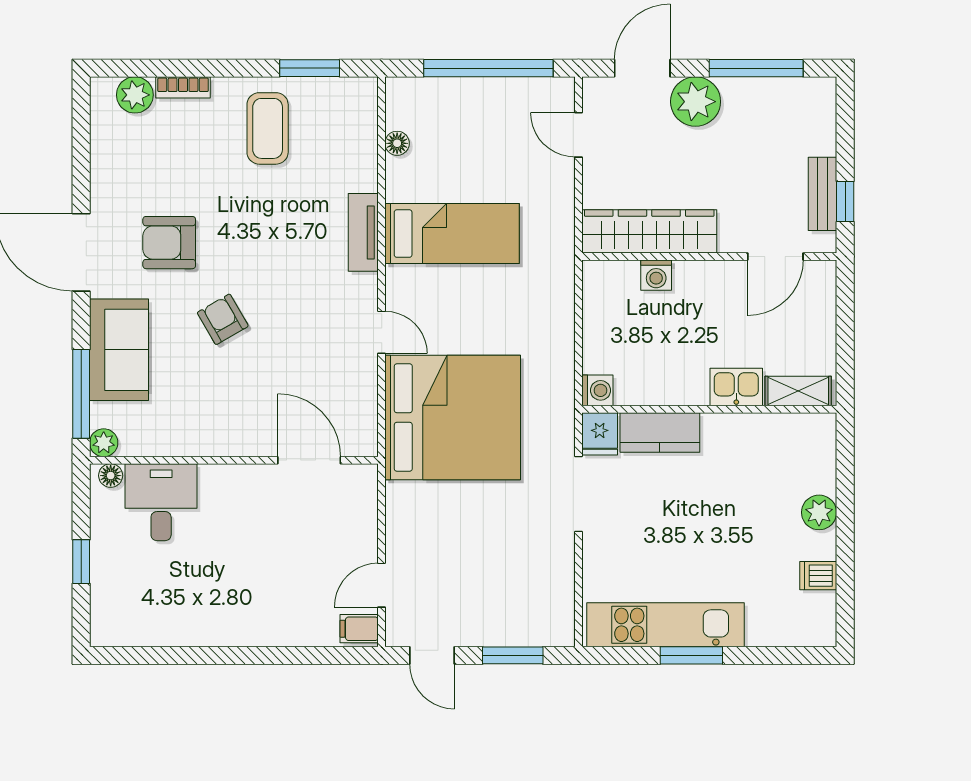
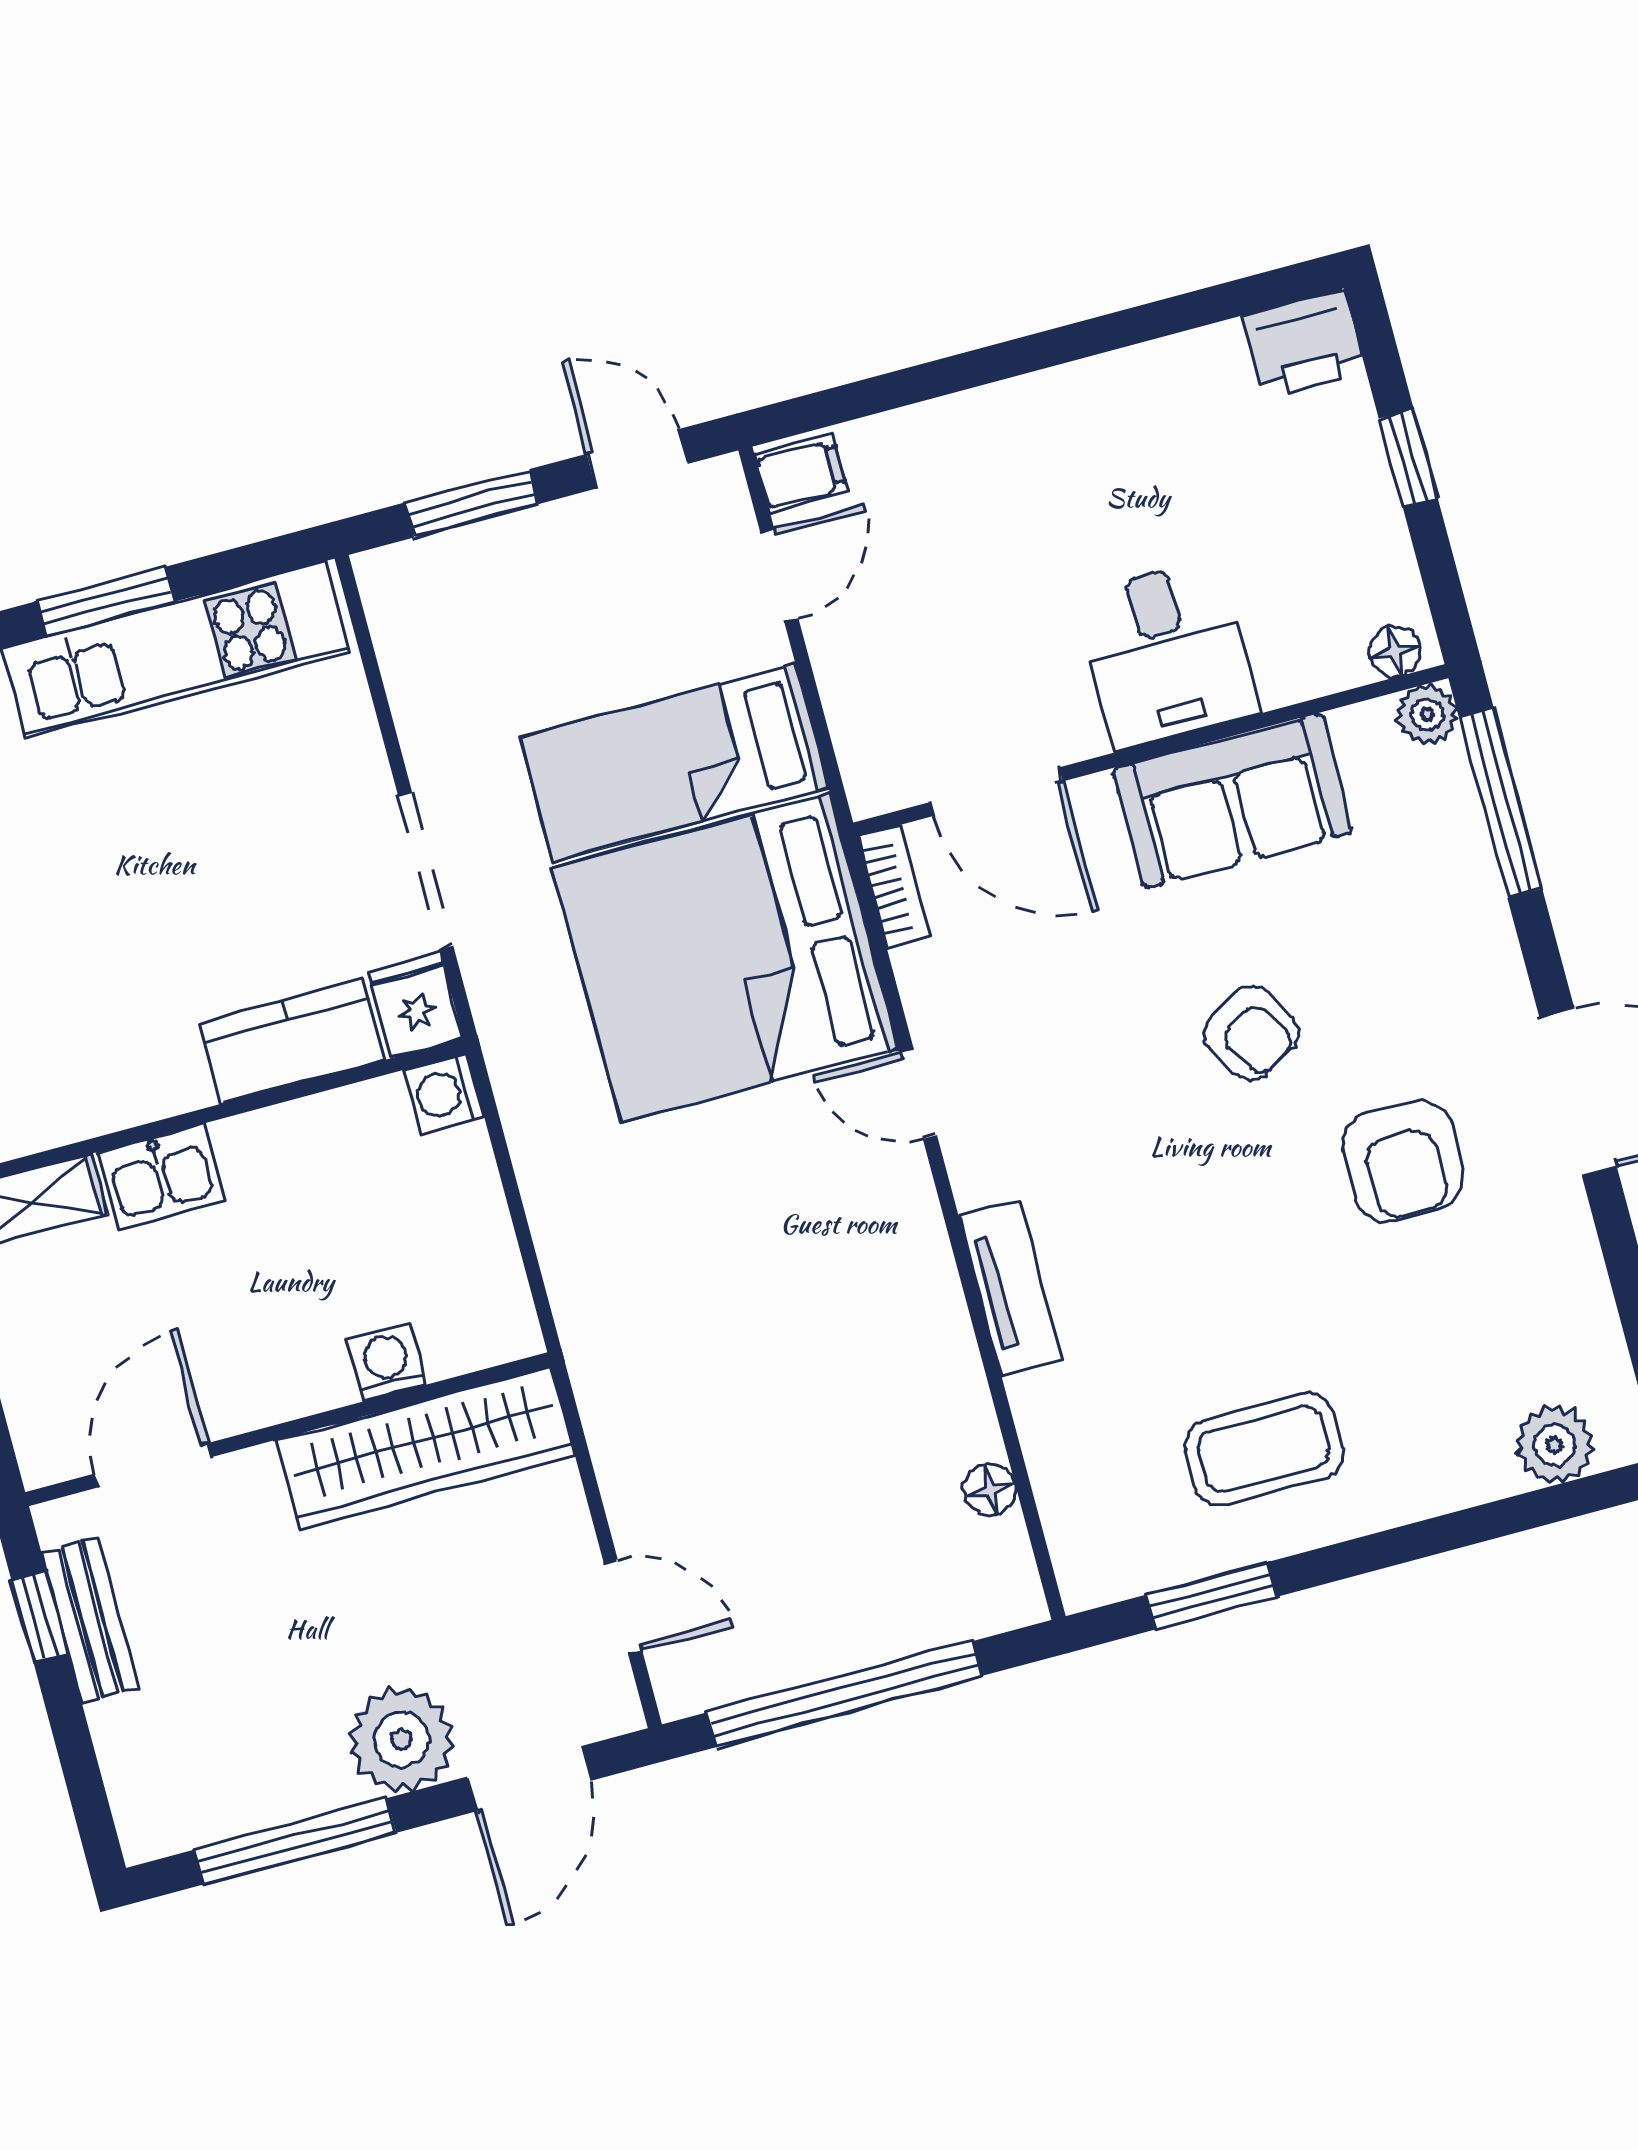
bookcase: (183, 87) -> (894, 886), moved, turned 90
coffee table: (268, 128) -> (1264, 1449), turned 90
bed: (452, 234) -> (675, 763), moved
armchair: (169, 243) -> (1403, 1161), turned 90
sofa: (119, 350) -> (1233, 801), moved, turned -90
desk: (161, 502) -> (1167, 654), moved
printer: (114, 626) -> (1304, 344), added

